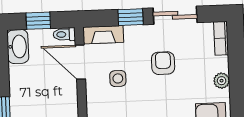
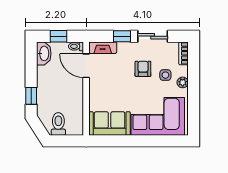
side table: (118, 78) -> (165, 75), moved

